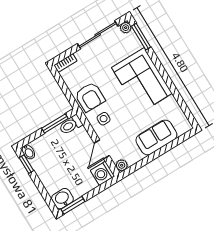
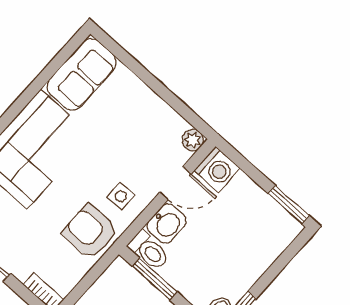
armchair: (90, 97) -> (90, 232), turned -90
sofa: (156, 137) -> (82, 75), moved, turned -90
washbasin: (62, 199) -> (167, 223), moved, turned -90

